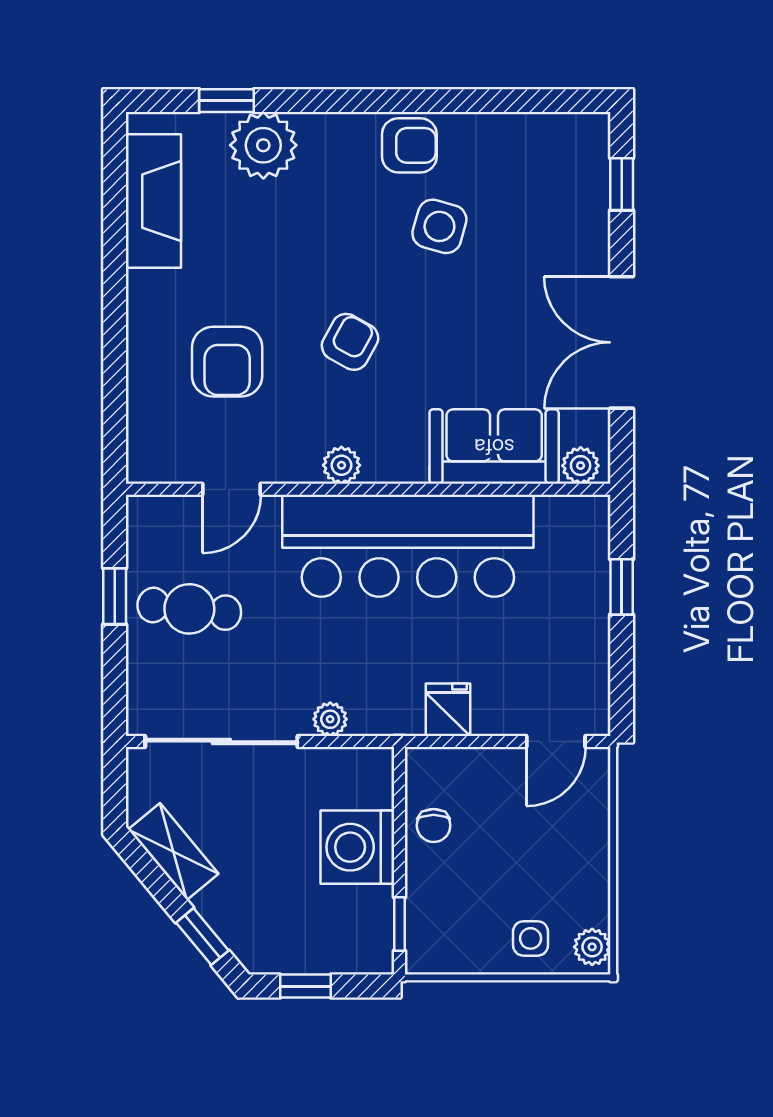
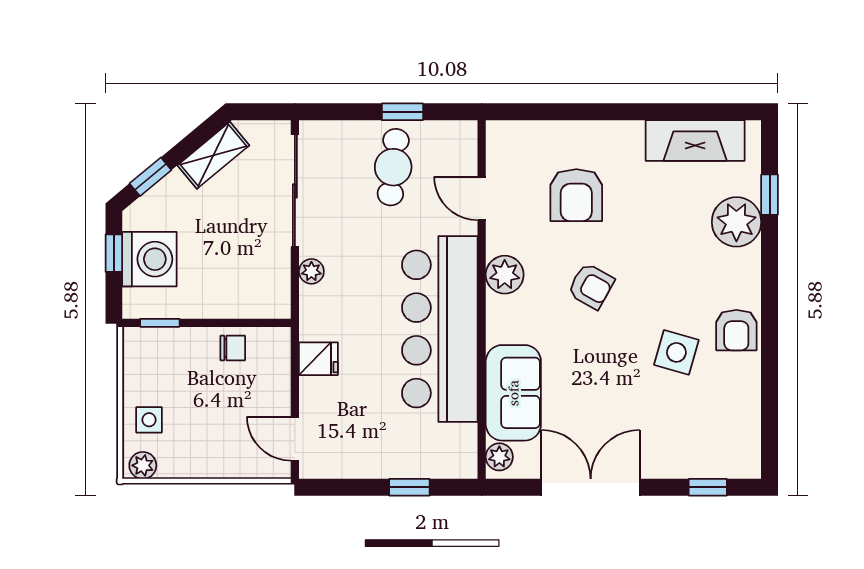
armchair: (227, 362) -> (576, 195), turned -90
plant: (341, 465) -> (505, 275), width x1.38, depth x1.38
chair: (434, 825) -> (233, 348), turned 180
washing machine: (357, 847) -> (149, 259), moved, turned 90

